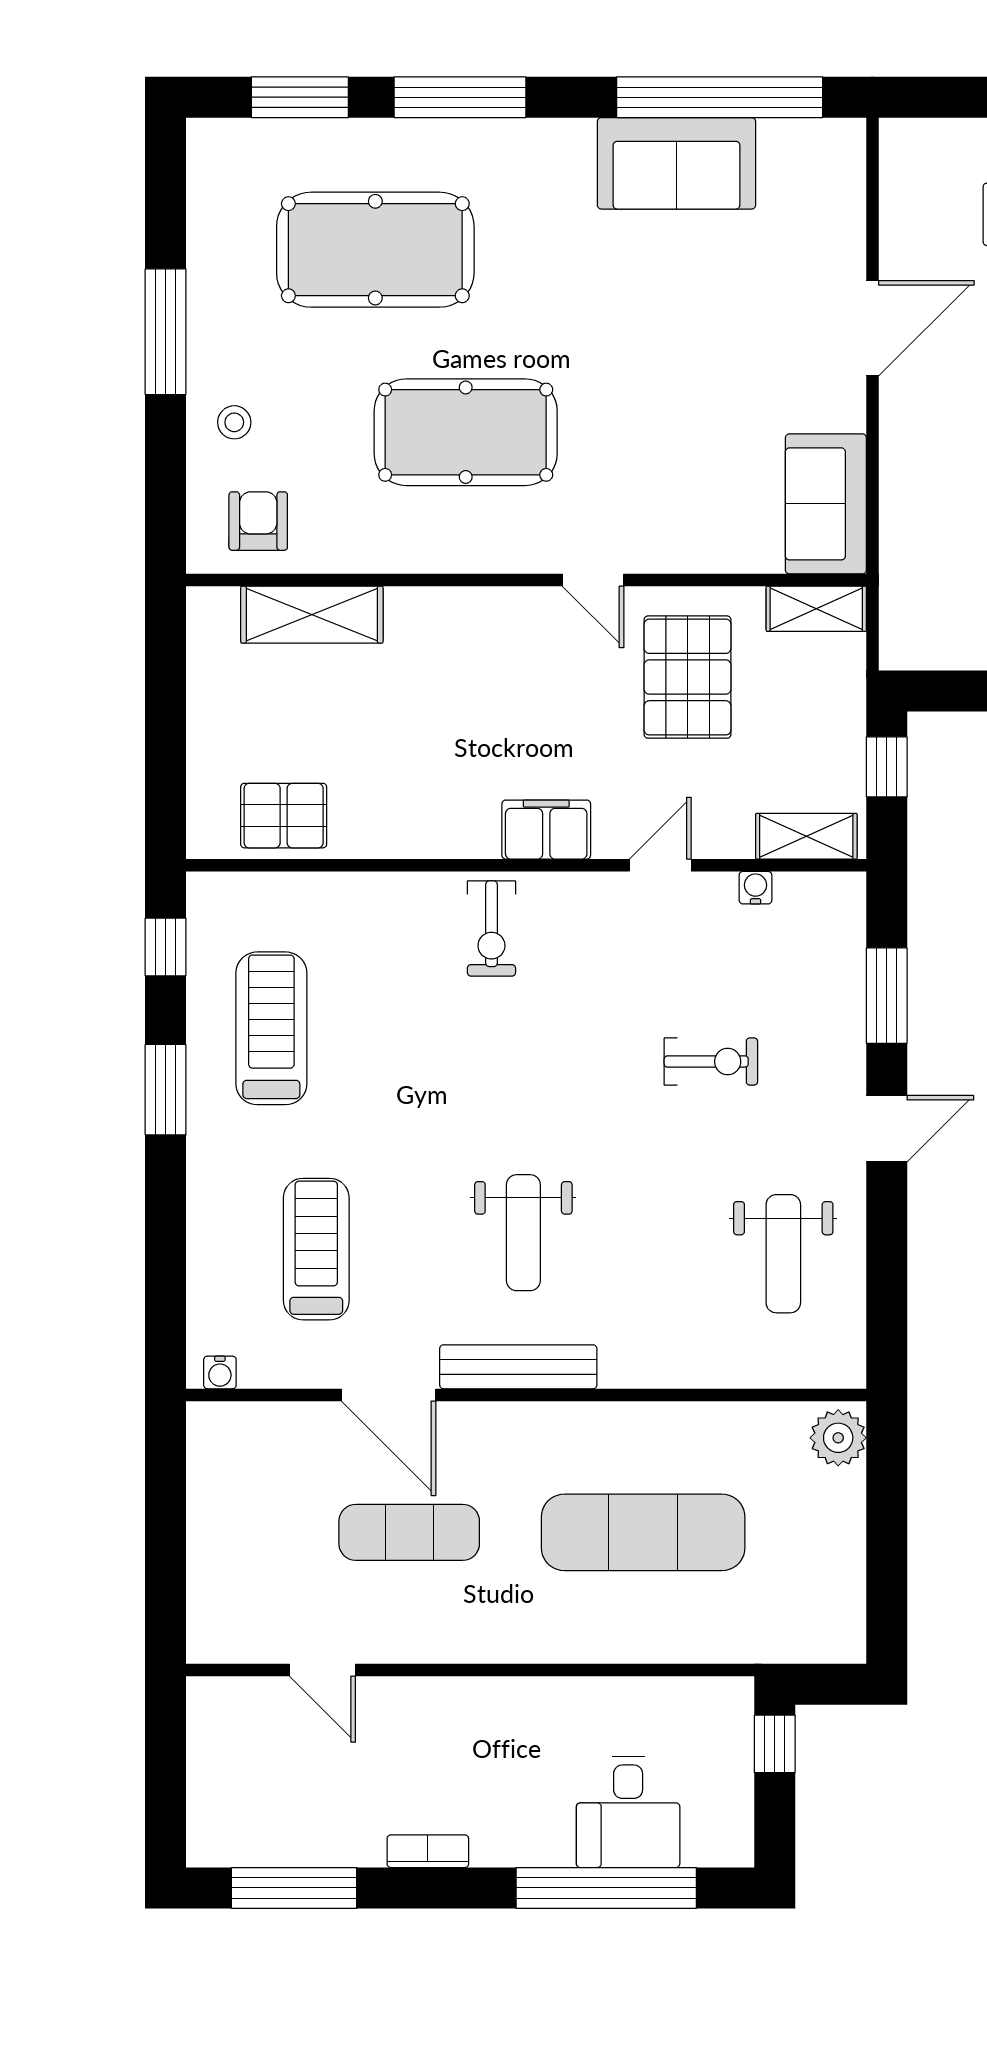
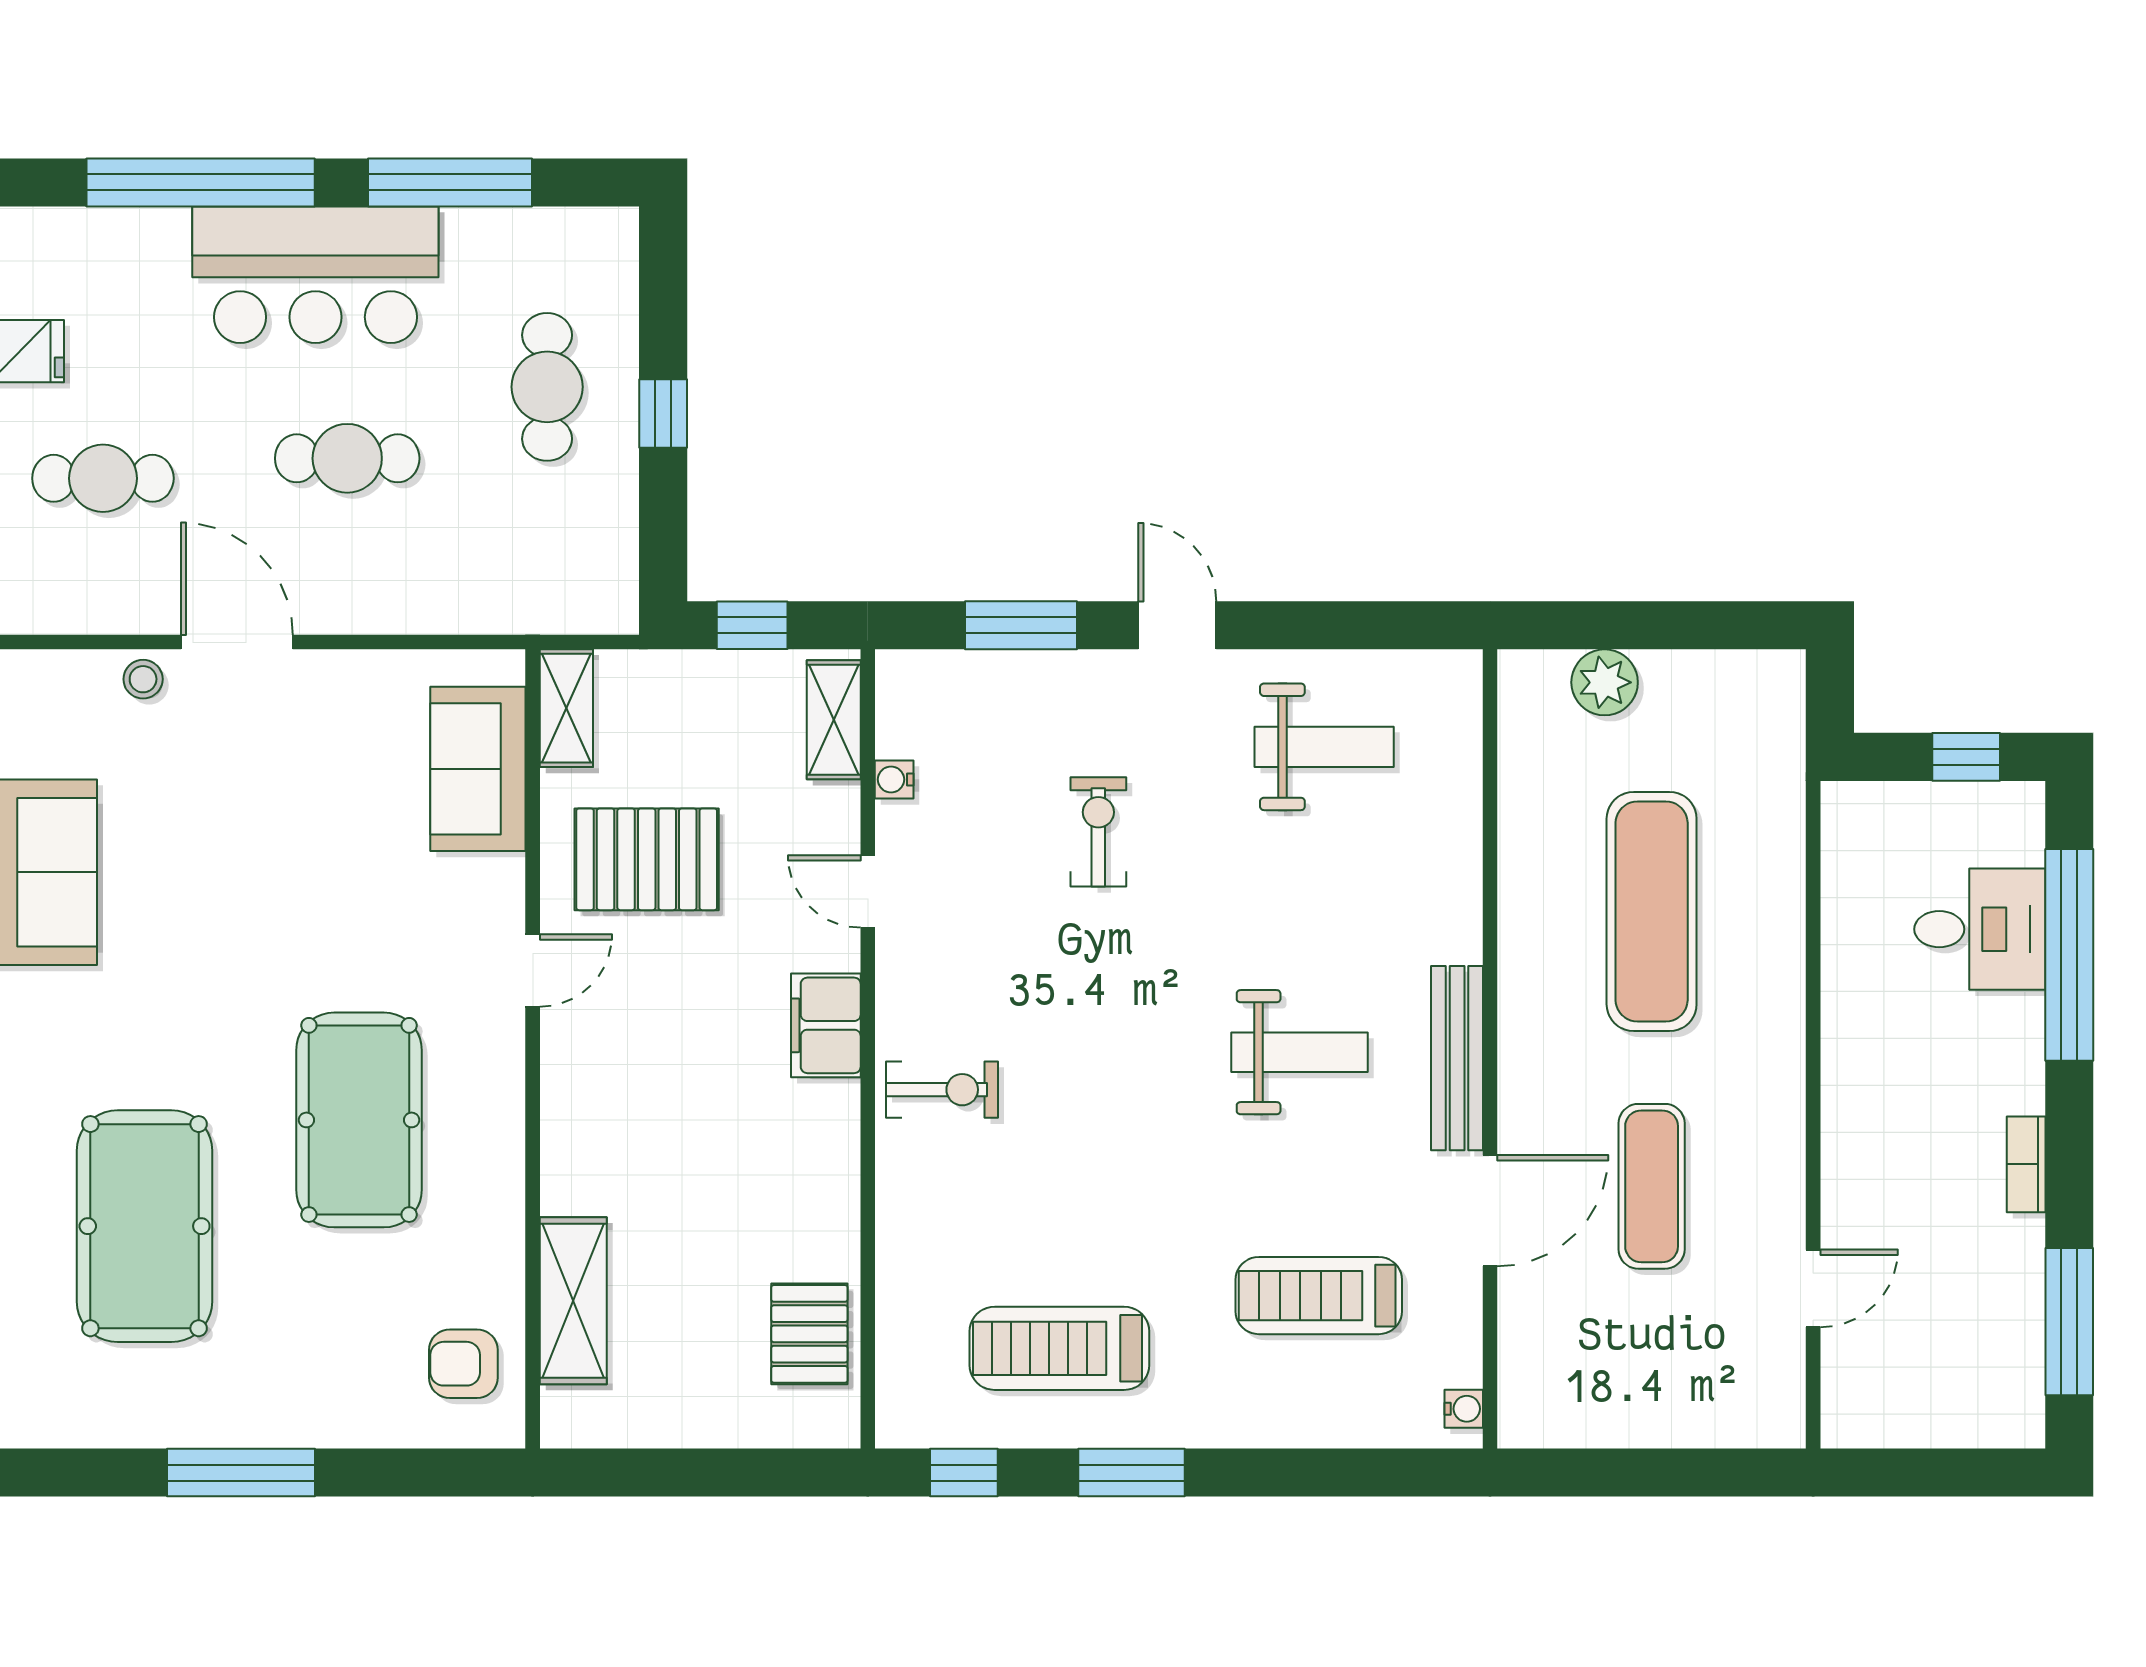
stool: (234, 422) -> (143, 679), moved
sofa: (826, 504) -> (478, 769), moved, turned 90
plant: (838, 1438) -> (1605, 682), moved
window: (775, 1744) -> (1966, 757), moved

